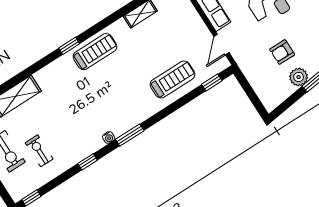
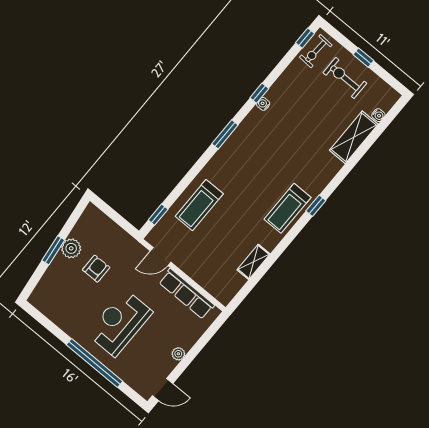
door: (221, 45) -> (161, 256), swing flipped
water cooler: (109, 138) -> (263, 104), moved
exercise bike: (39, 151) -> (316, 51), moved, turned 93

